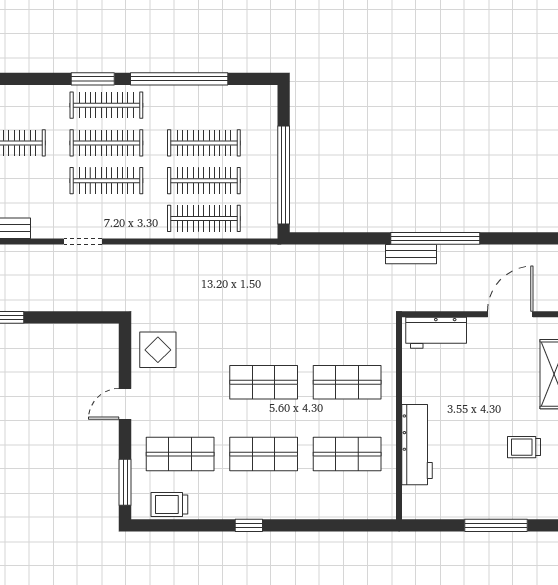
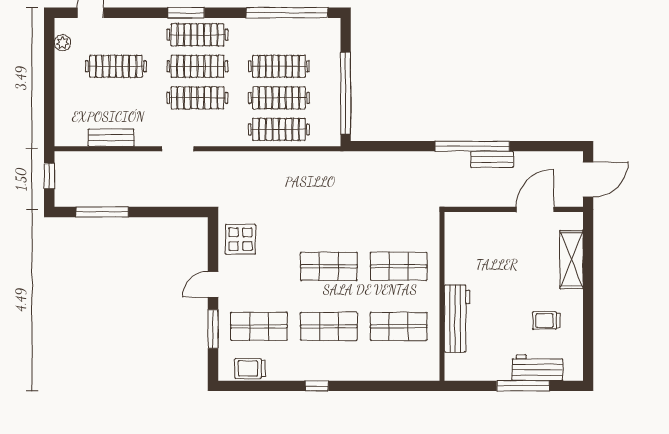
window: (179, 79) -> (287, 13), moved
bench: (411, 254) -> (492, 159), moved
workbench: (436, 333) -> (537, 368), moved, turned 180
window: (125, 482) -> (213, 329), moved

